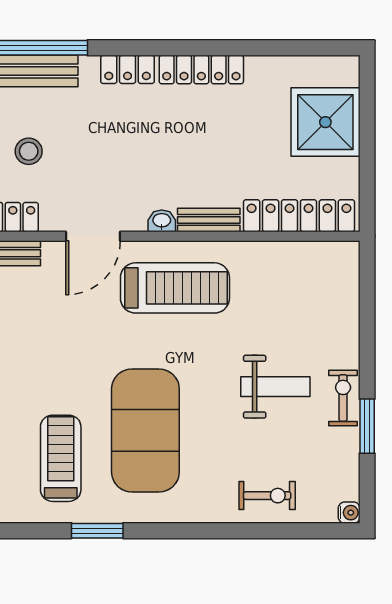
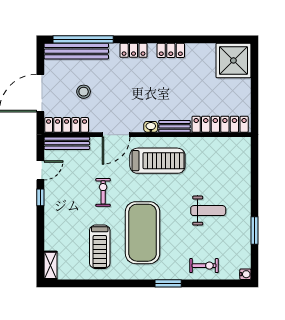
locker: (201, 69) -> (171, 50), width x0.66
shower: (325, 122) -> (233, 60), moved
exercise bike: (343, 398) -> (103, 192), moved
treadmill: (61, 458) -> (100, 247), turned 180
window: (97, 531) -> (168, 283), moved

